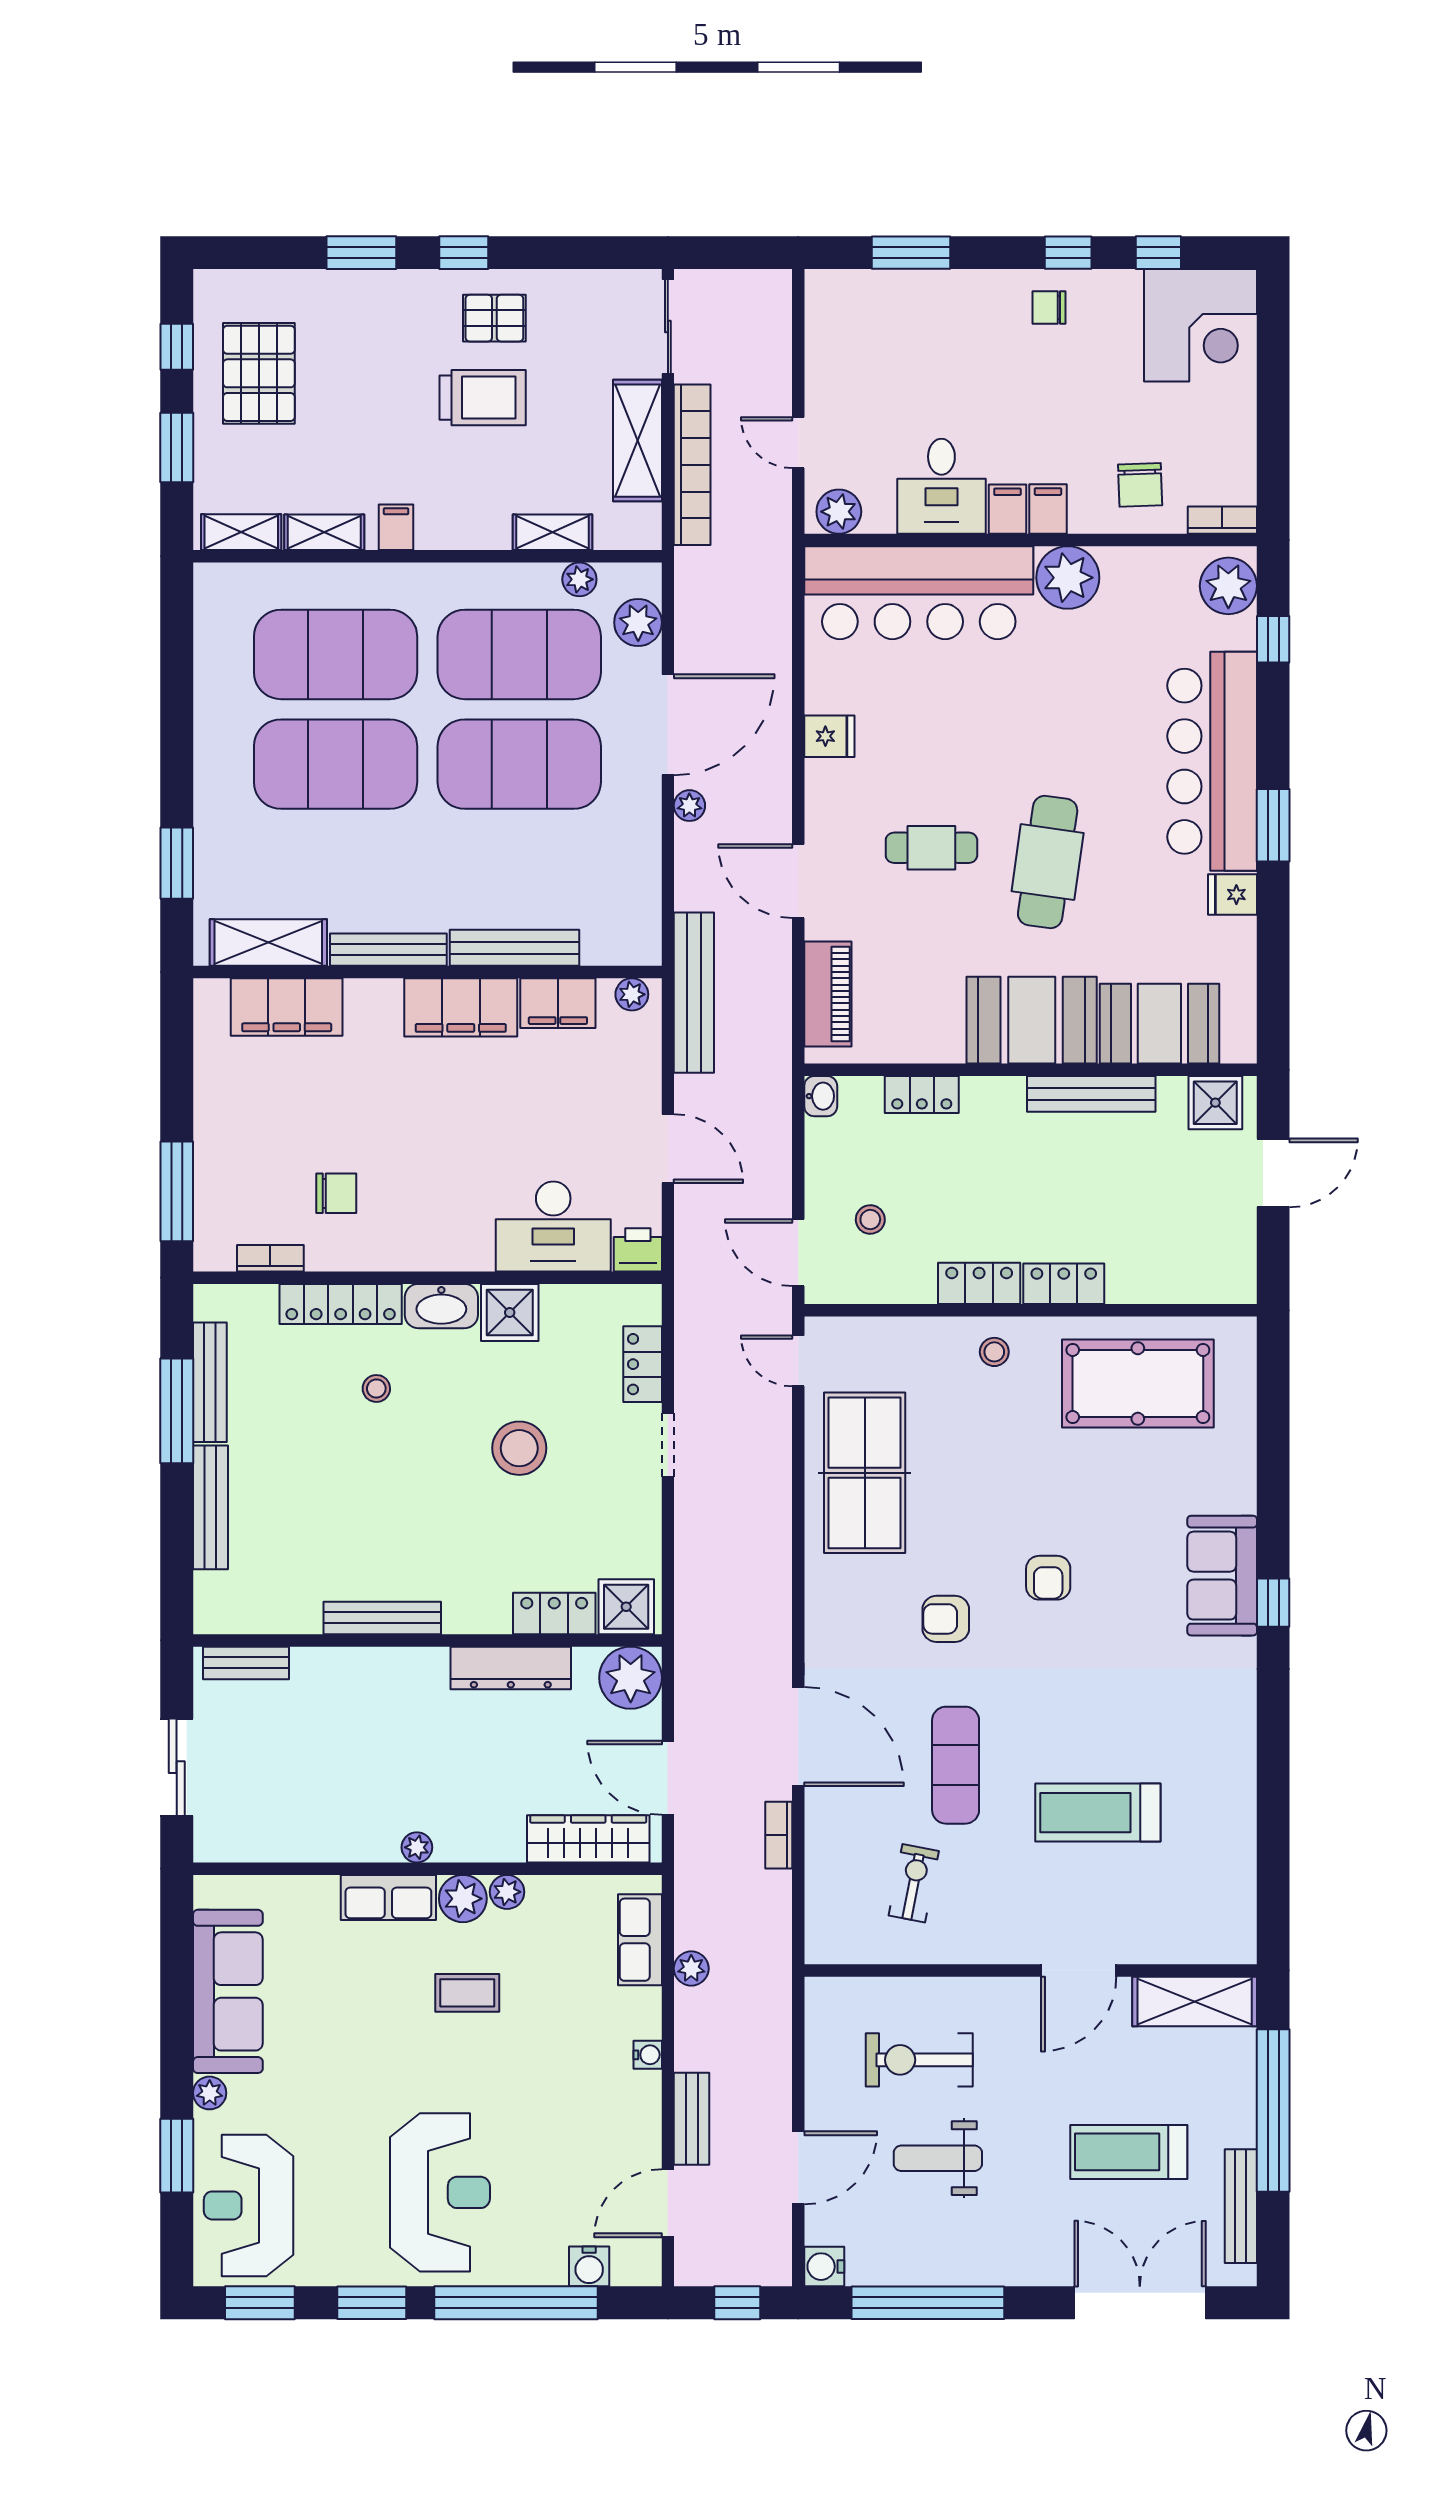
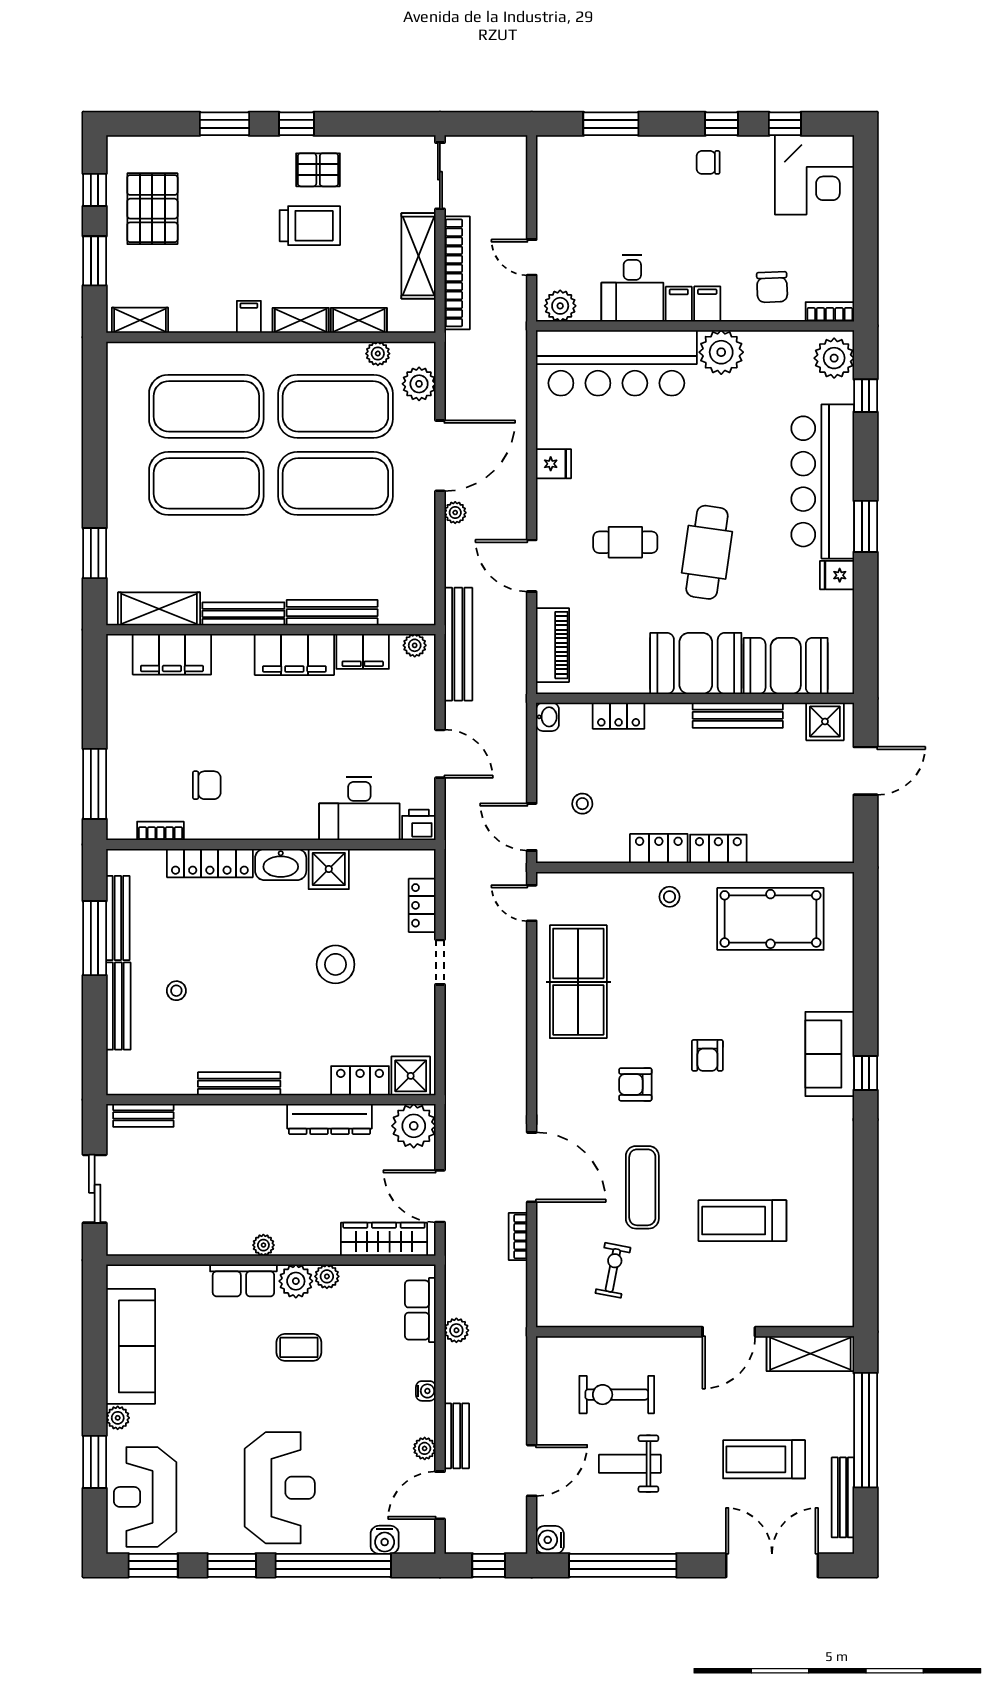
shelving: (324, 532) -> (301, 320), moved
stool: (376, 1388) -> (176, 991), moved
plant: (646, 2137) -> (425, 1448), added

